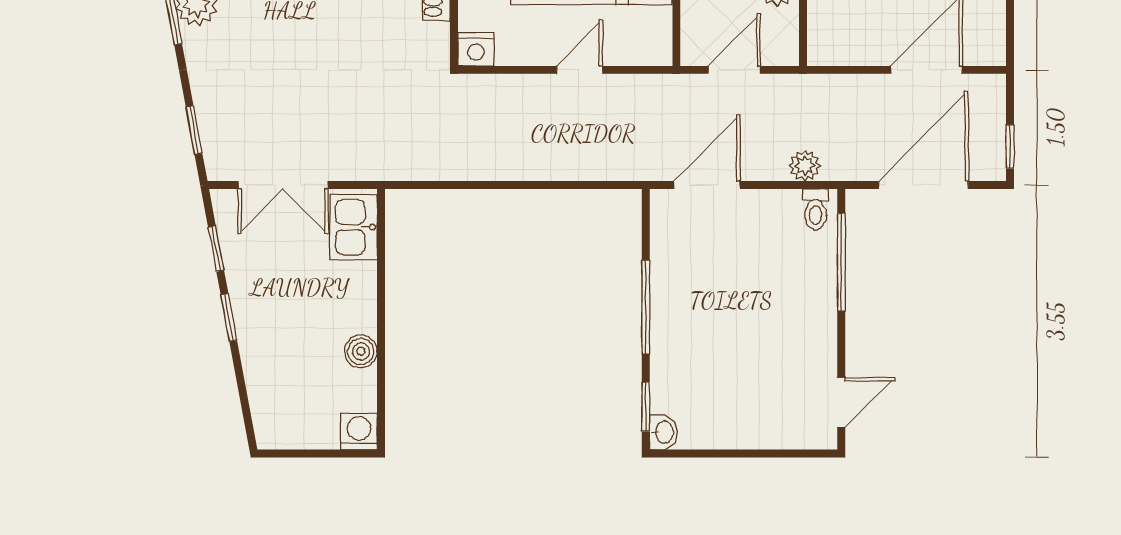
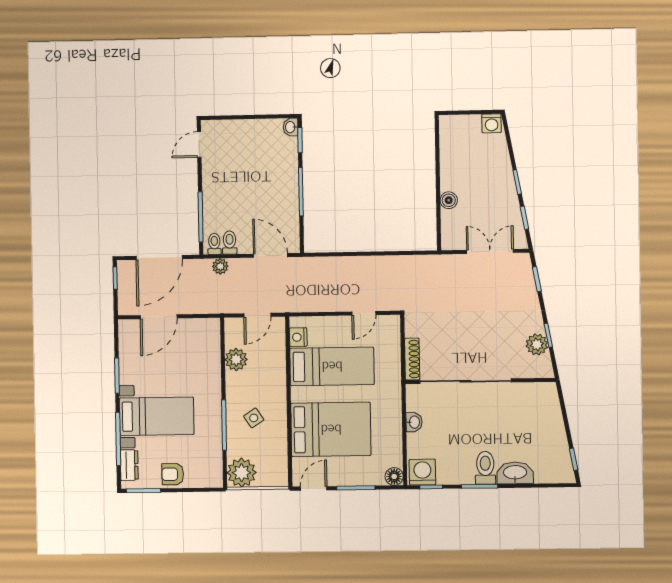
nightstand: (476, 49) -> (298, 337), moved, turned -90
door: (580, 70) -> (364, 313), moved
door: (707, 185) -> (270, 255), swing flipped
toilet: (786, 211) -> (230, 243), added
kitchen sink: (353, 227) -> (453, 230), removed
boiler: (361, 351) -> (449, 200), moved
washing machine: (359, 431) -> (492, 123), moved

